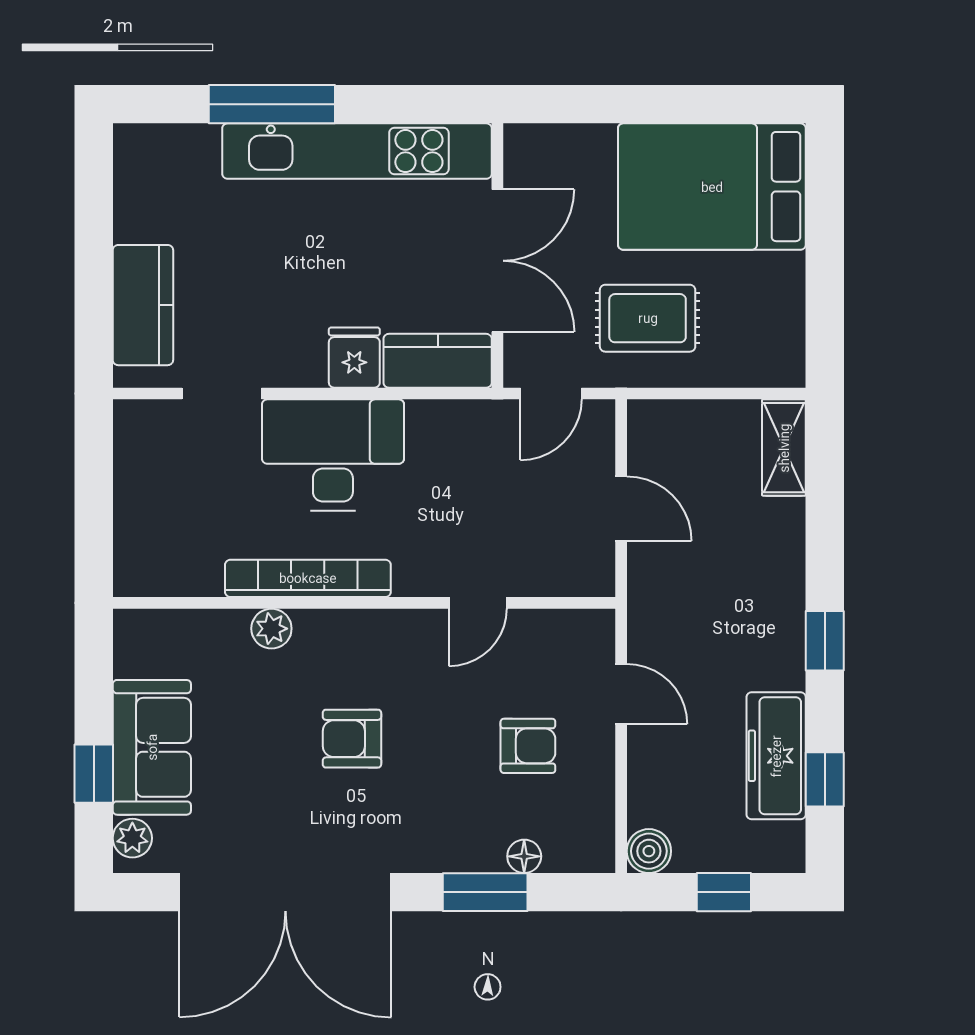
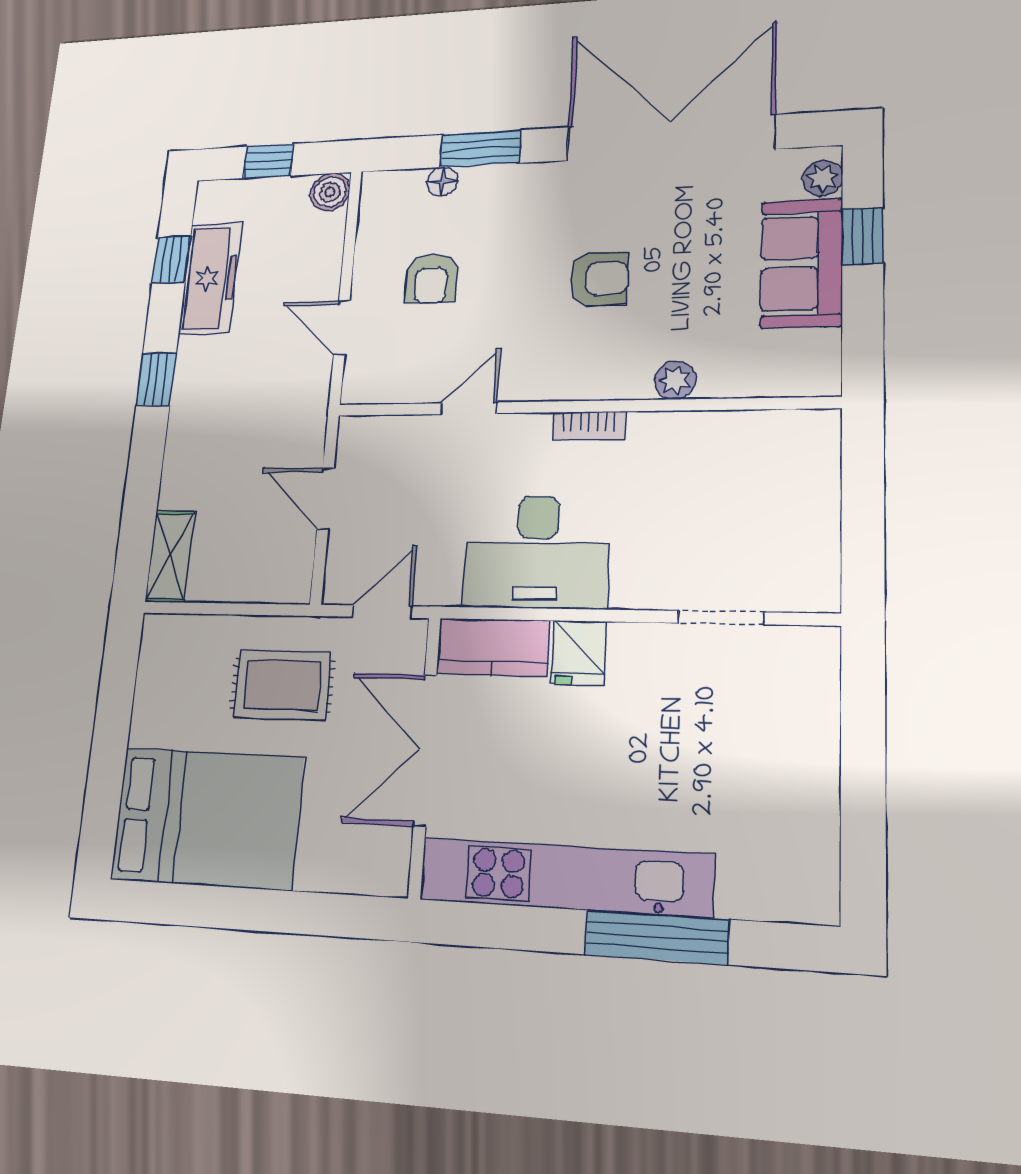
kitchen counter: (143, 305) -> (807, 716), removed
desk: (333, 455) -> (537, 552), moved
bookcase: (308, 578) -> (589, 426), width x0.43, depth x0.76
armchair: (528, 746) -> (431, 278), turned -90

